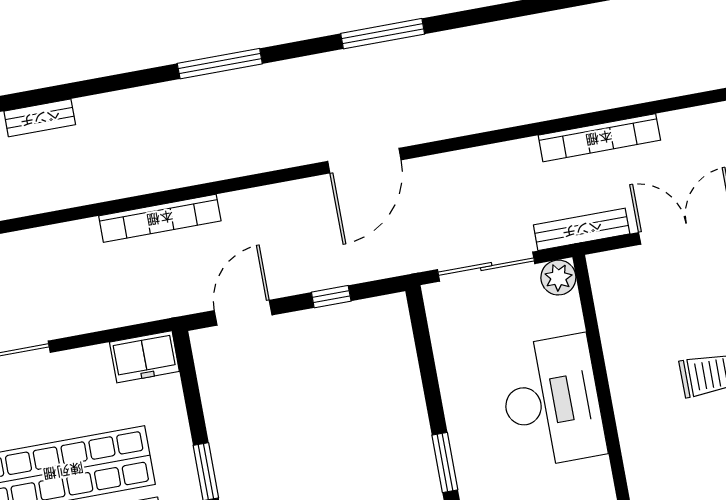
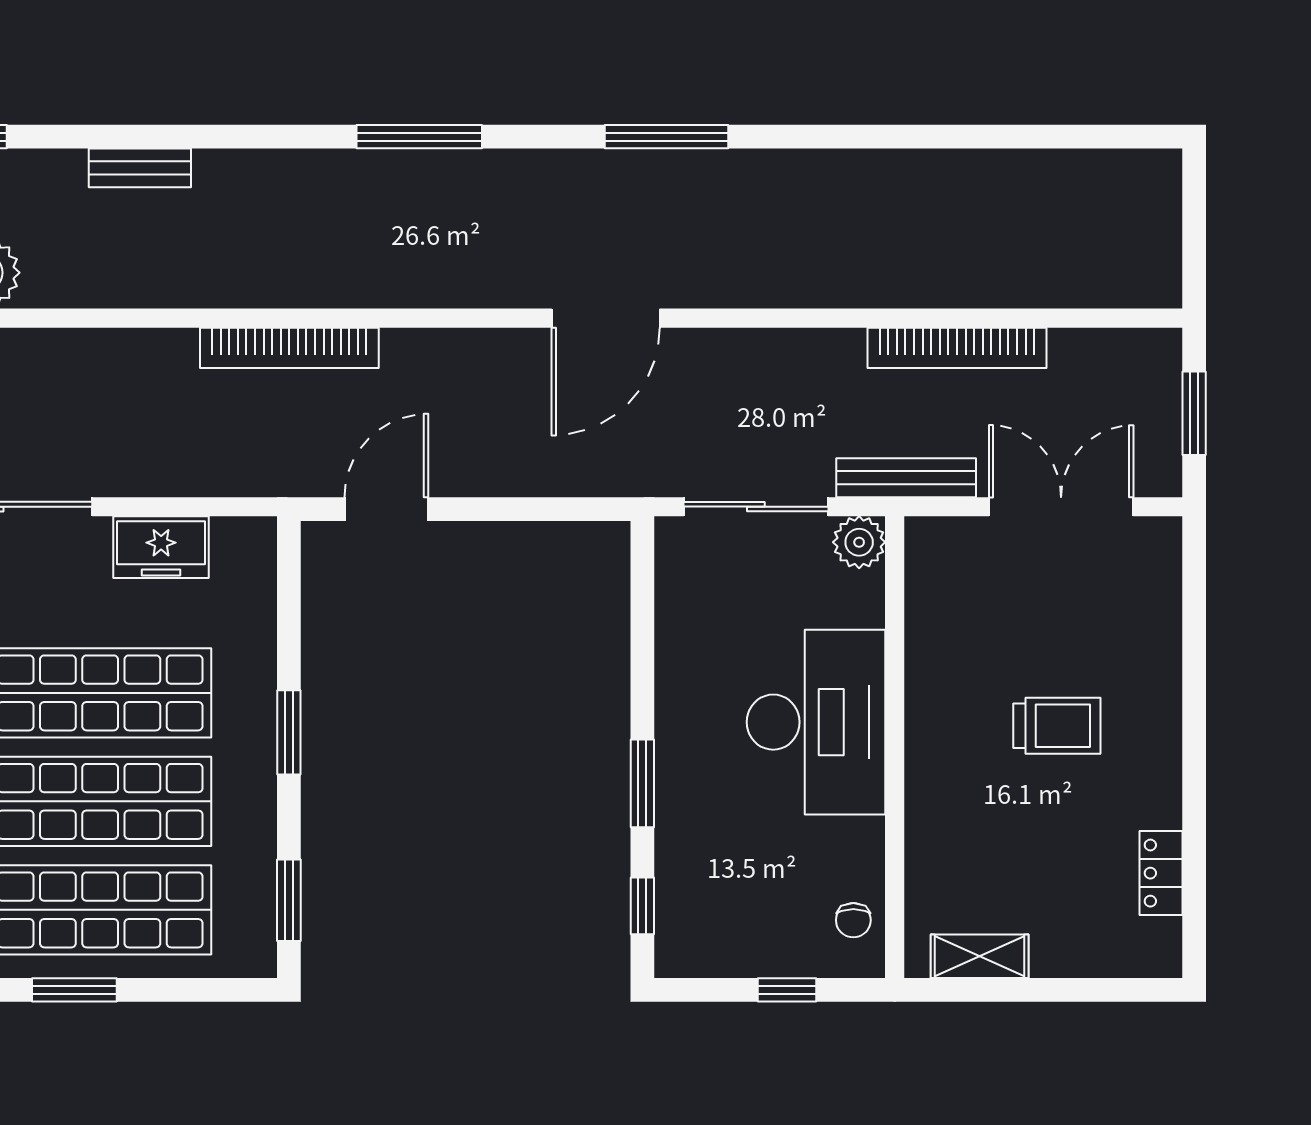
window: (331, 297) -> (520, 509), removed
freezer: (144, 357) -> (161, 547), moved

